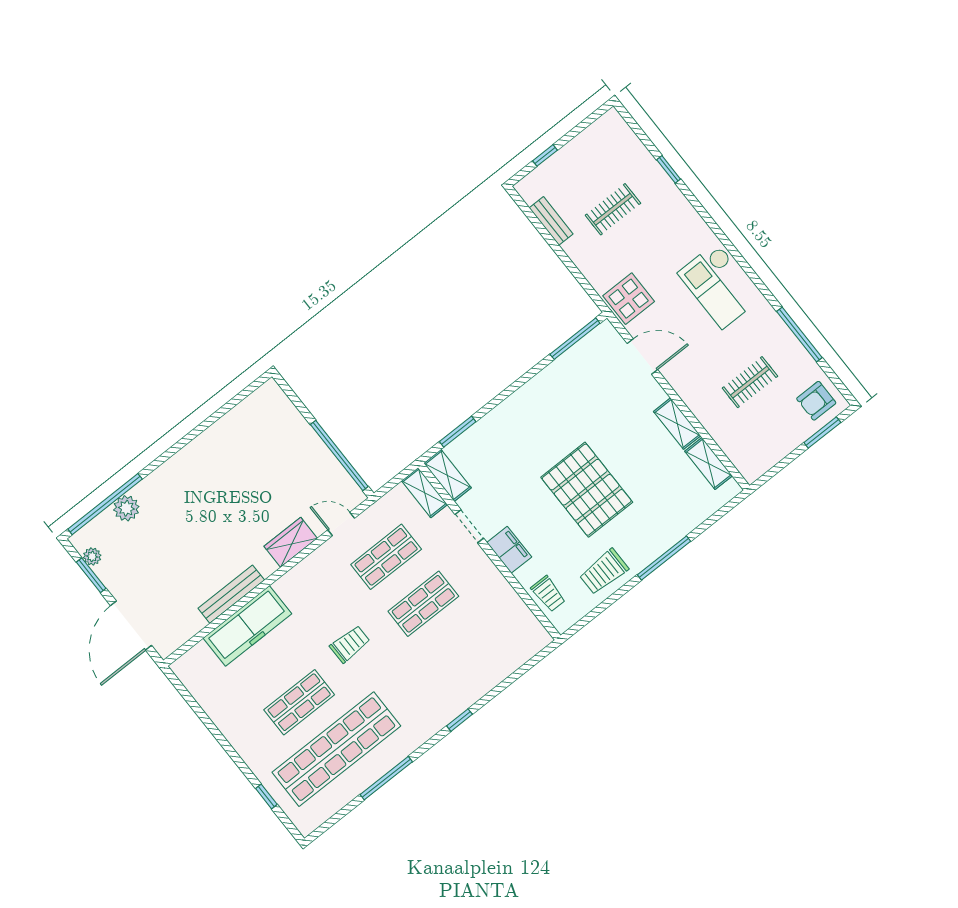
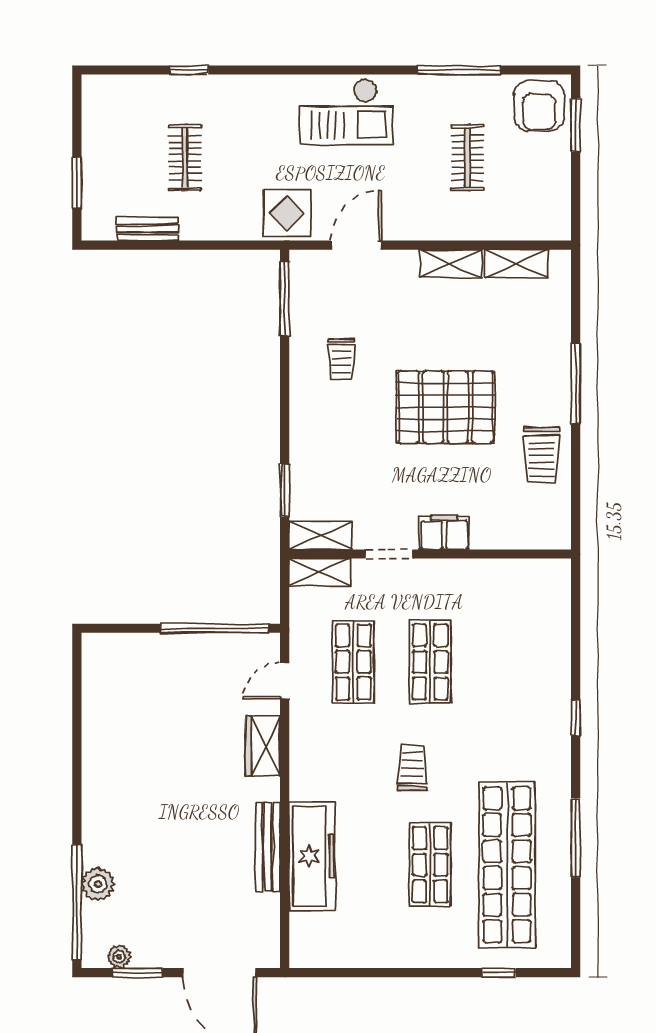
window: (545, 155) -> (77, 183), width x1.50
armchair: (816, 401) -> (539, 106), width x1.38, depth x1.38
trolley: (548, 594) -> (342, 359), moved, turned 90

